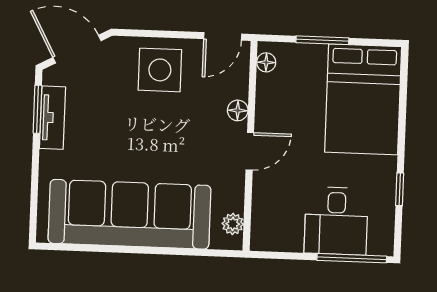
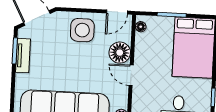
floor lamp: (238, 110) -> (120, 53), width x1.89, depth x1.89
door: (250, 151) -> (131, 75), swing flipped

